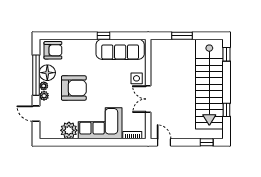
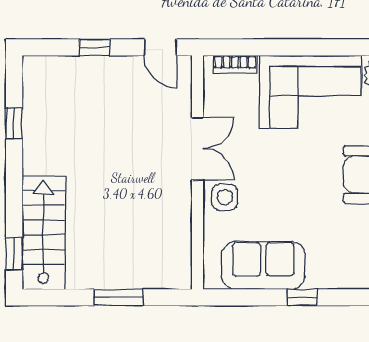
sofa: (120, 49) -> (263, 265), width x0.73
stairs: (209, 84) -> (43, 233), width x0.54, depth x0.66
window: (207, 142) -> (94, 47), moved

